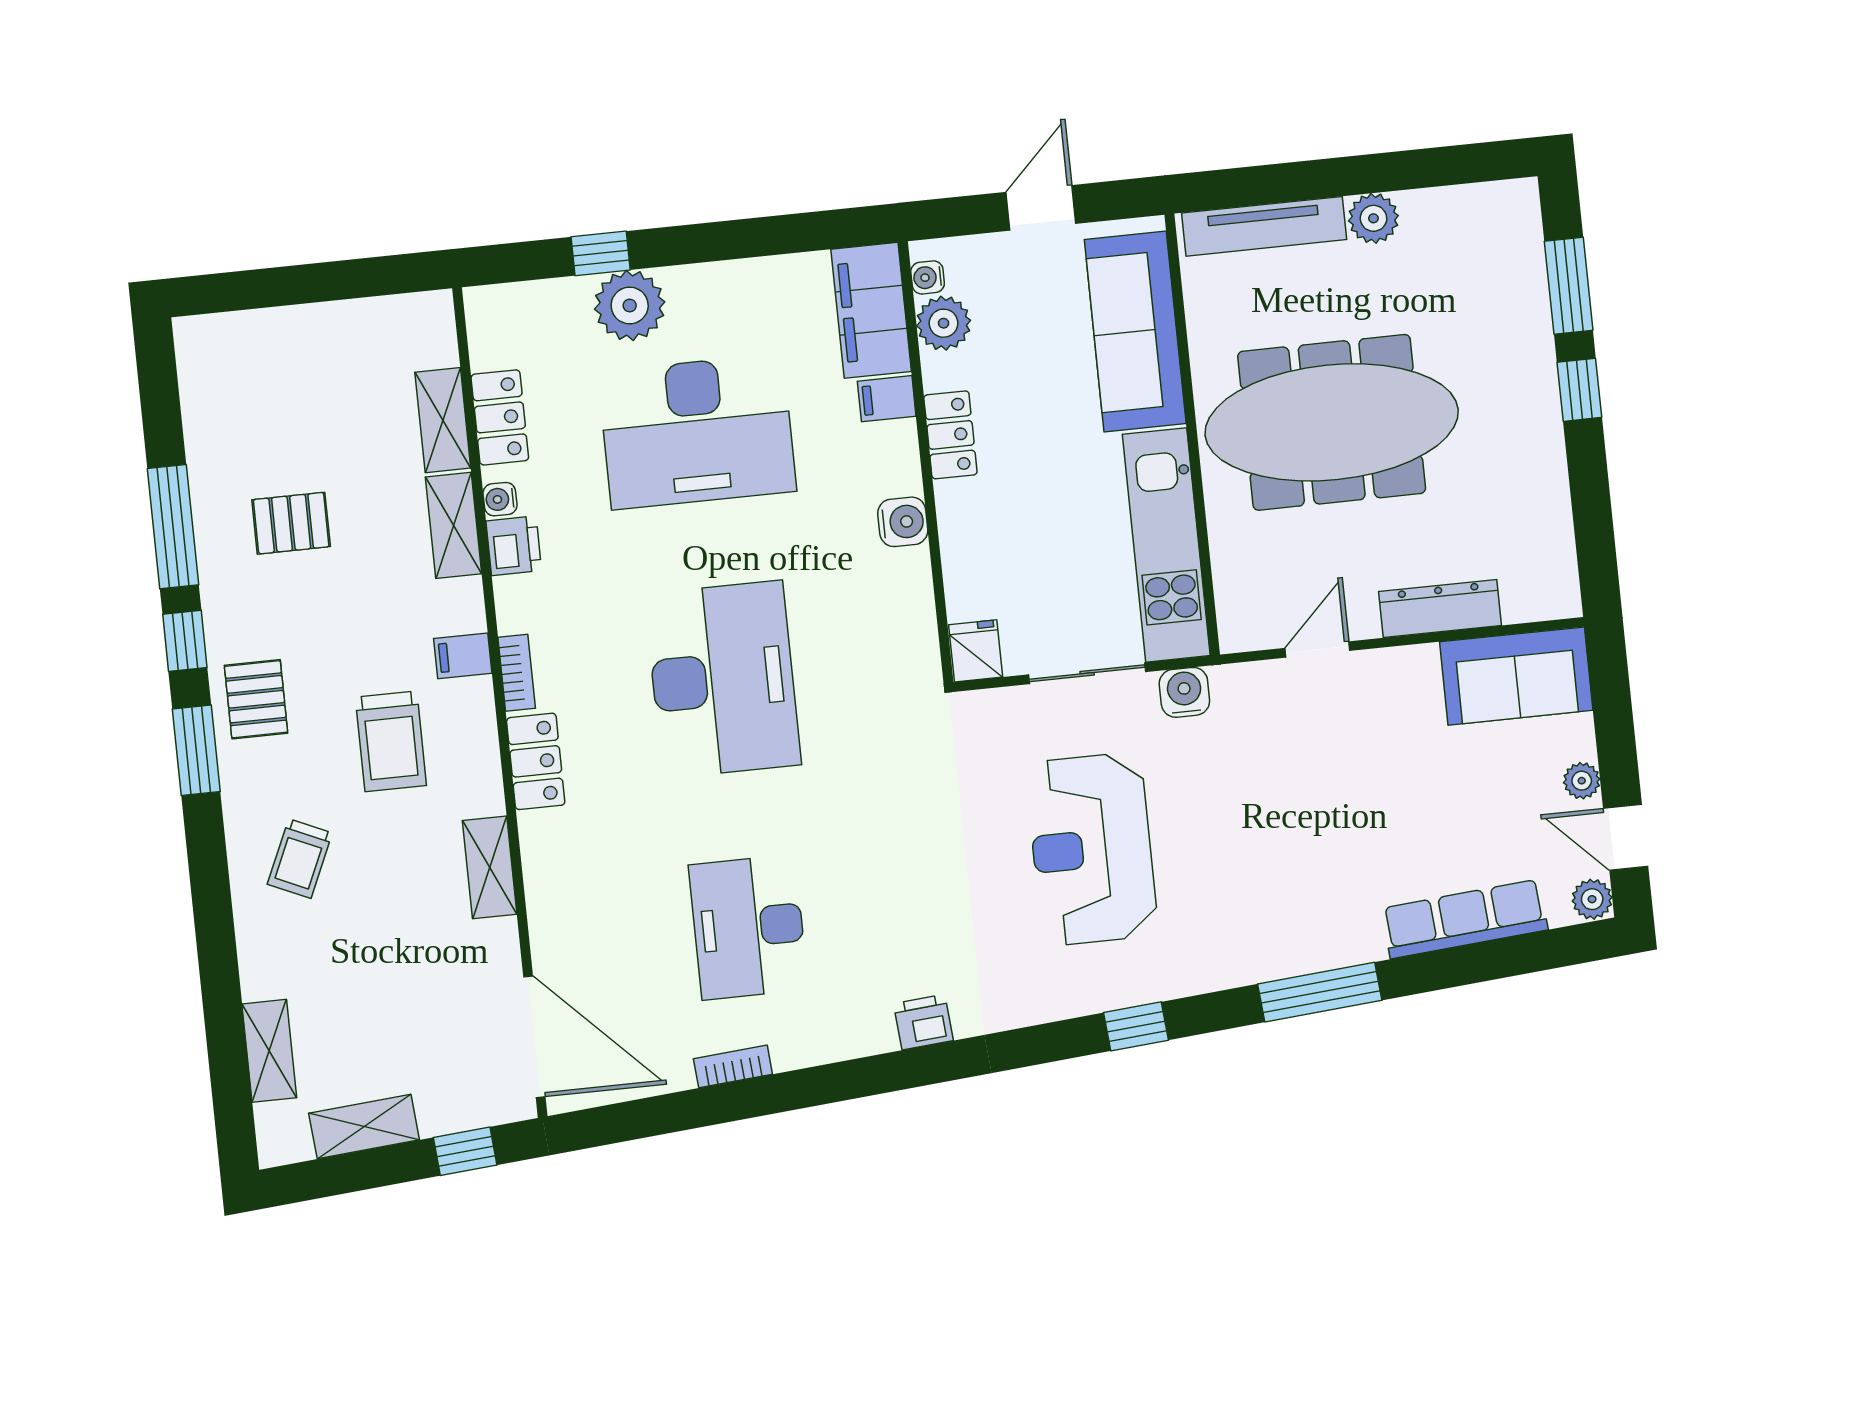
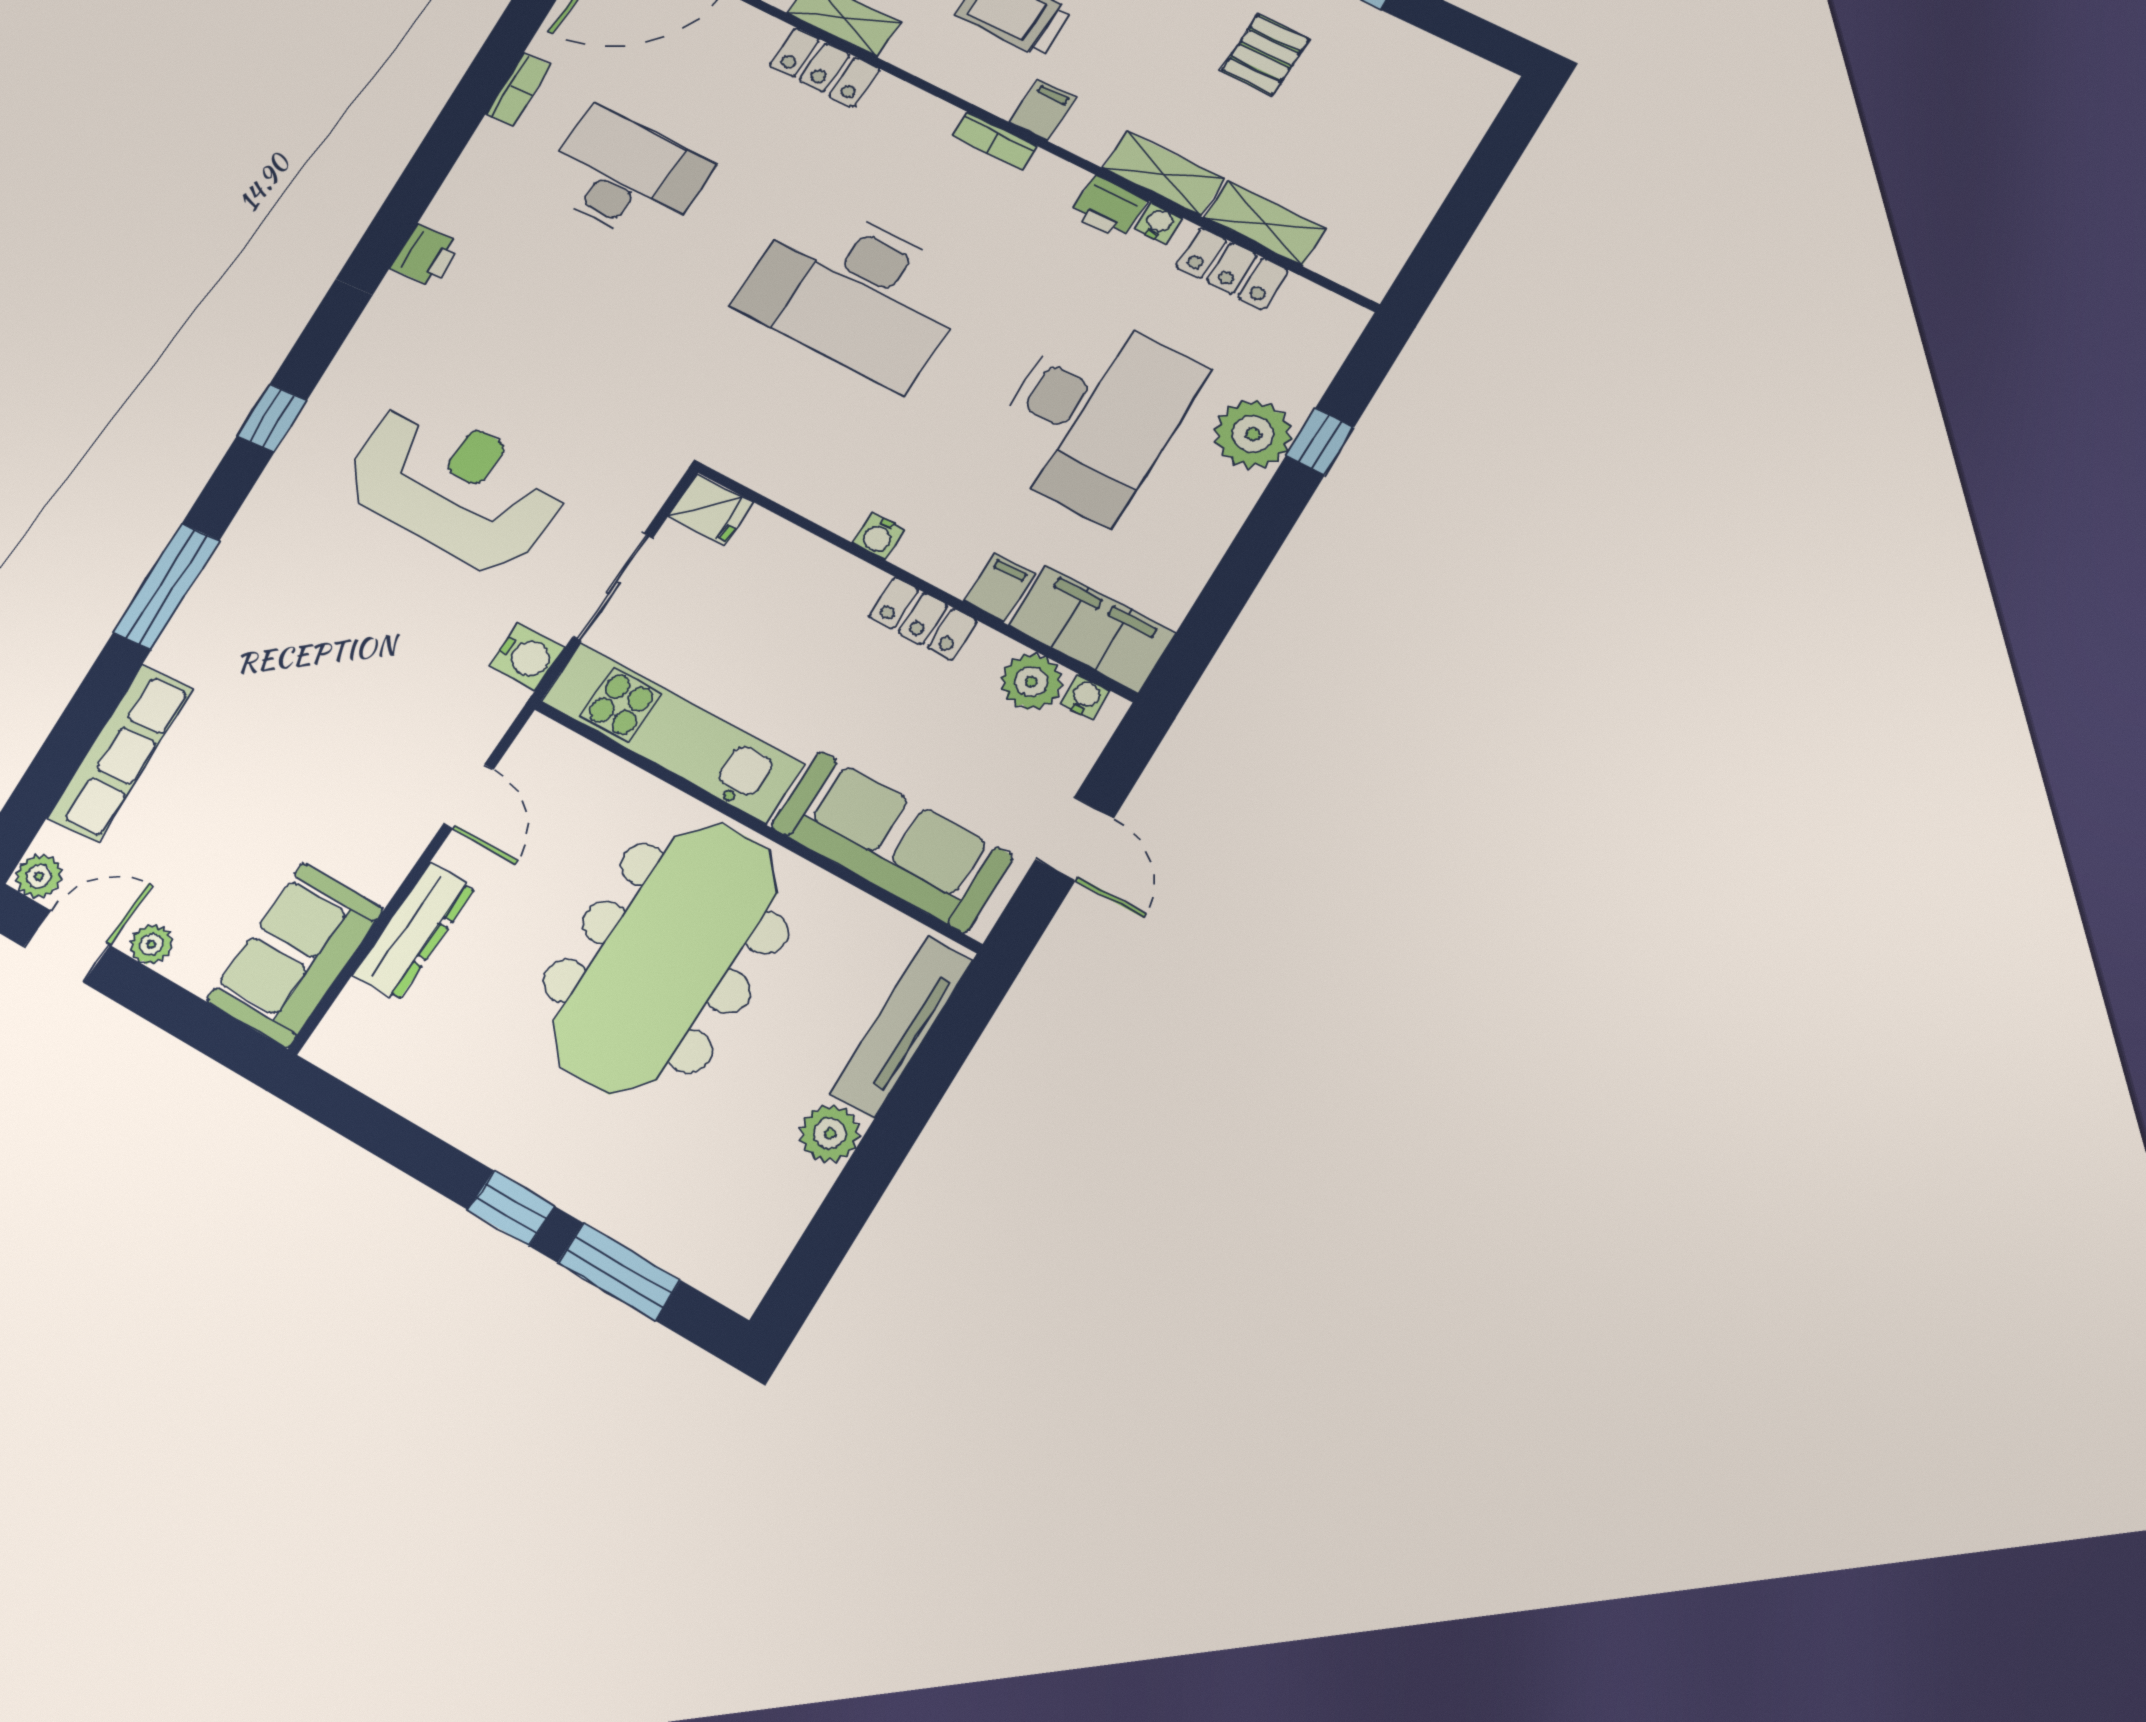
desk: (697, 432) -> (1094, 415), turned 180
water cooler: (903, 522) -> (878, 536), width x0.72, depth x0.72
locker: (536, 761) -> (825, 67), moved

